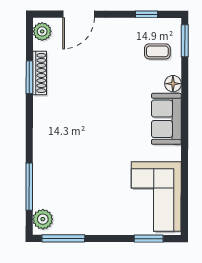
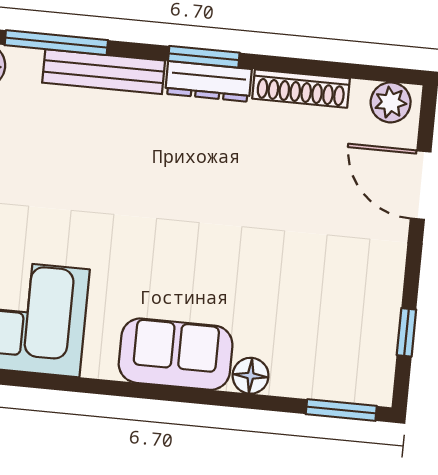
coffee table: (157, 51) -> (324, 349), removed
window: (29, 77) -> (204, 57), moved
dresser: (40, 116) -> (208, 81), added
bench: (40, 164) -> (104, 72), added

